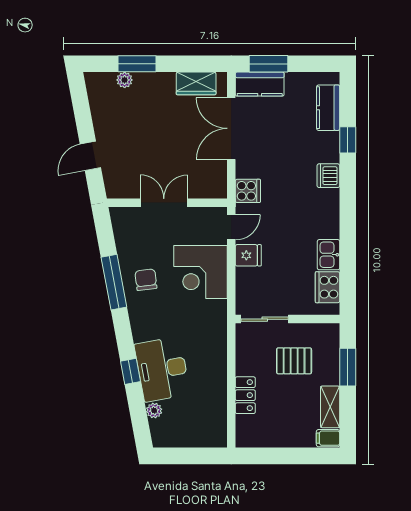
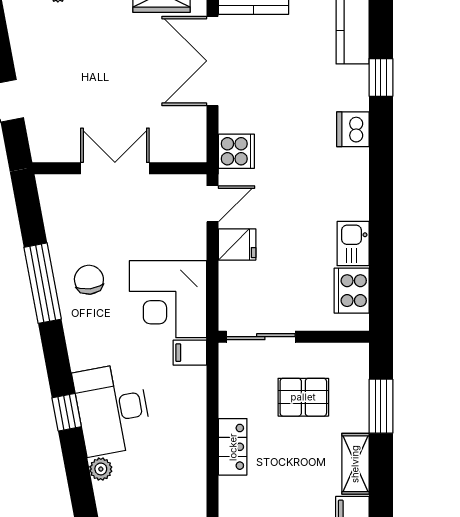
corner desk: (201, 272) -> (168, 299), moved
filing cabinet: (216, 330) -> (190, 353), added

